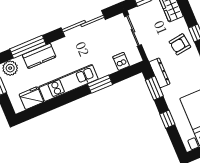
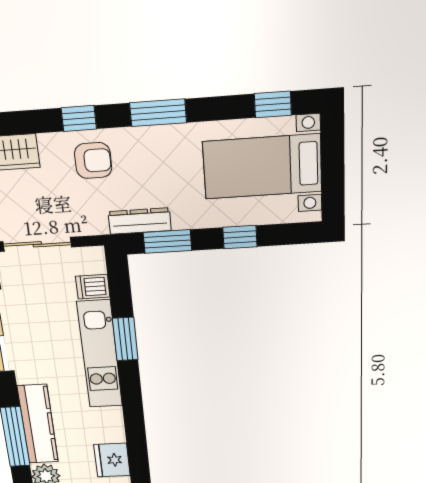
armchair: (180, 44) -> (93, 161), turned -82
kitchen counter: (39, 56) -> (38, 424), width x1.50
kitchen unit: (68, 83) -> (100, 355), moved

